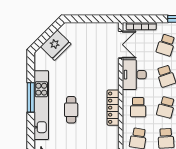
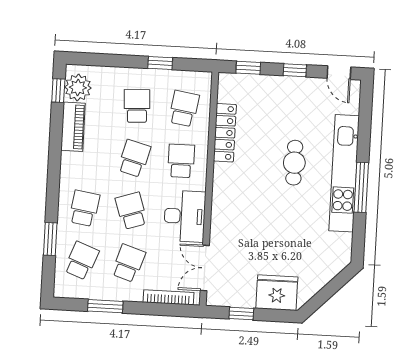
window: (98, 19) -> (241, 314), added
fridge: (56, 45) -> (277, 293), moved, turned 45
locker: (113, 108) -> (225, 133), moved

